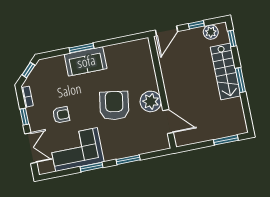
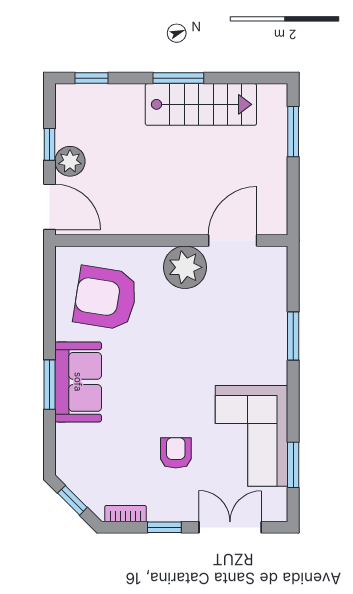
plant: (211, 32) -> (70, 161), moved
stairs: (226, 71) -> (201, 104), moved
armchair: (114, 106) -> (105, 298), moved
window: (92, 167) -> (293, 465), moved

